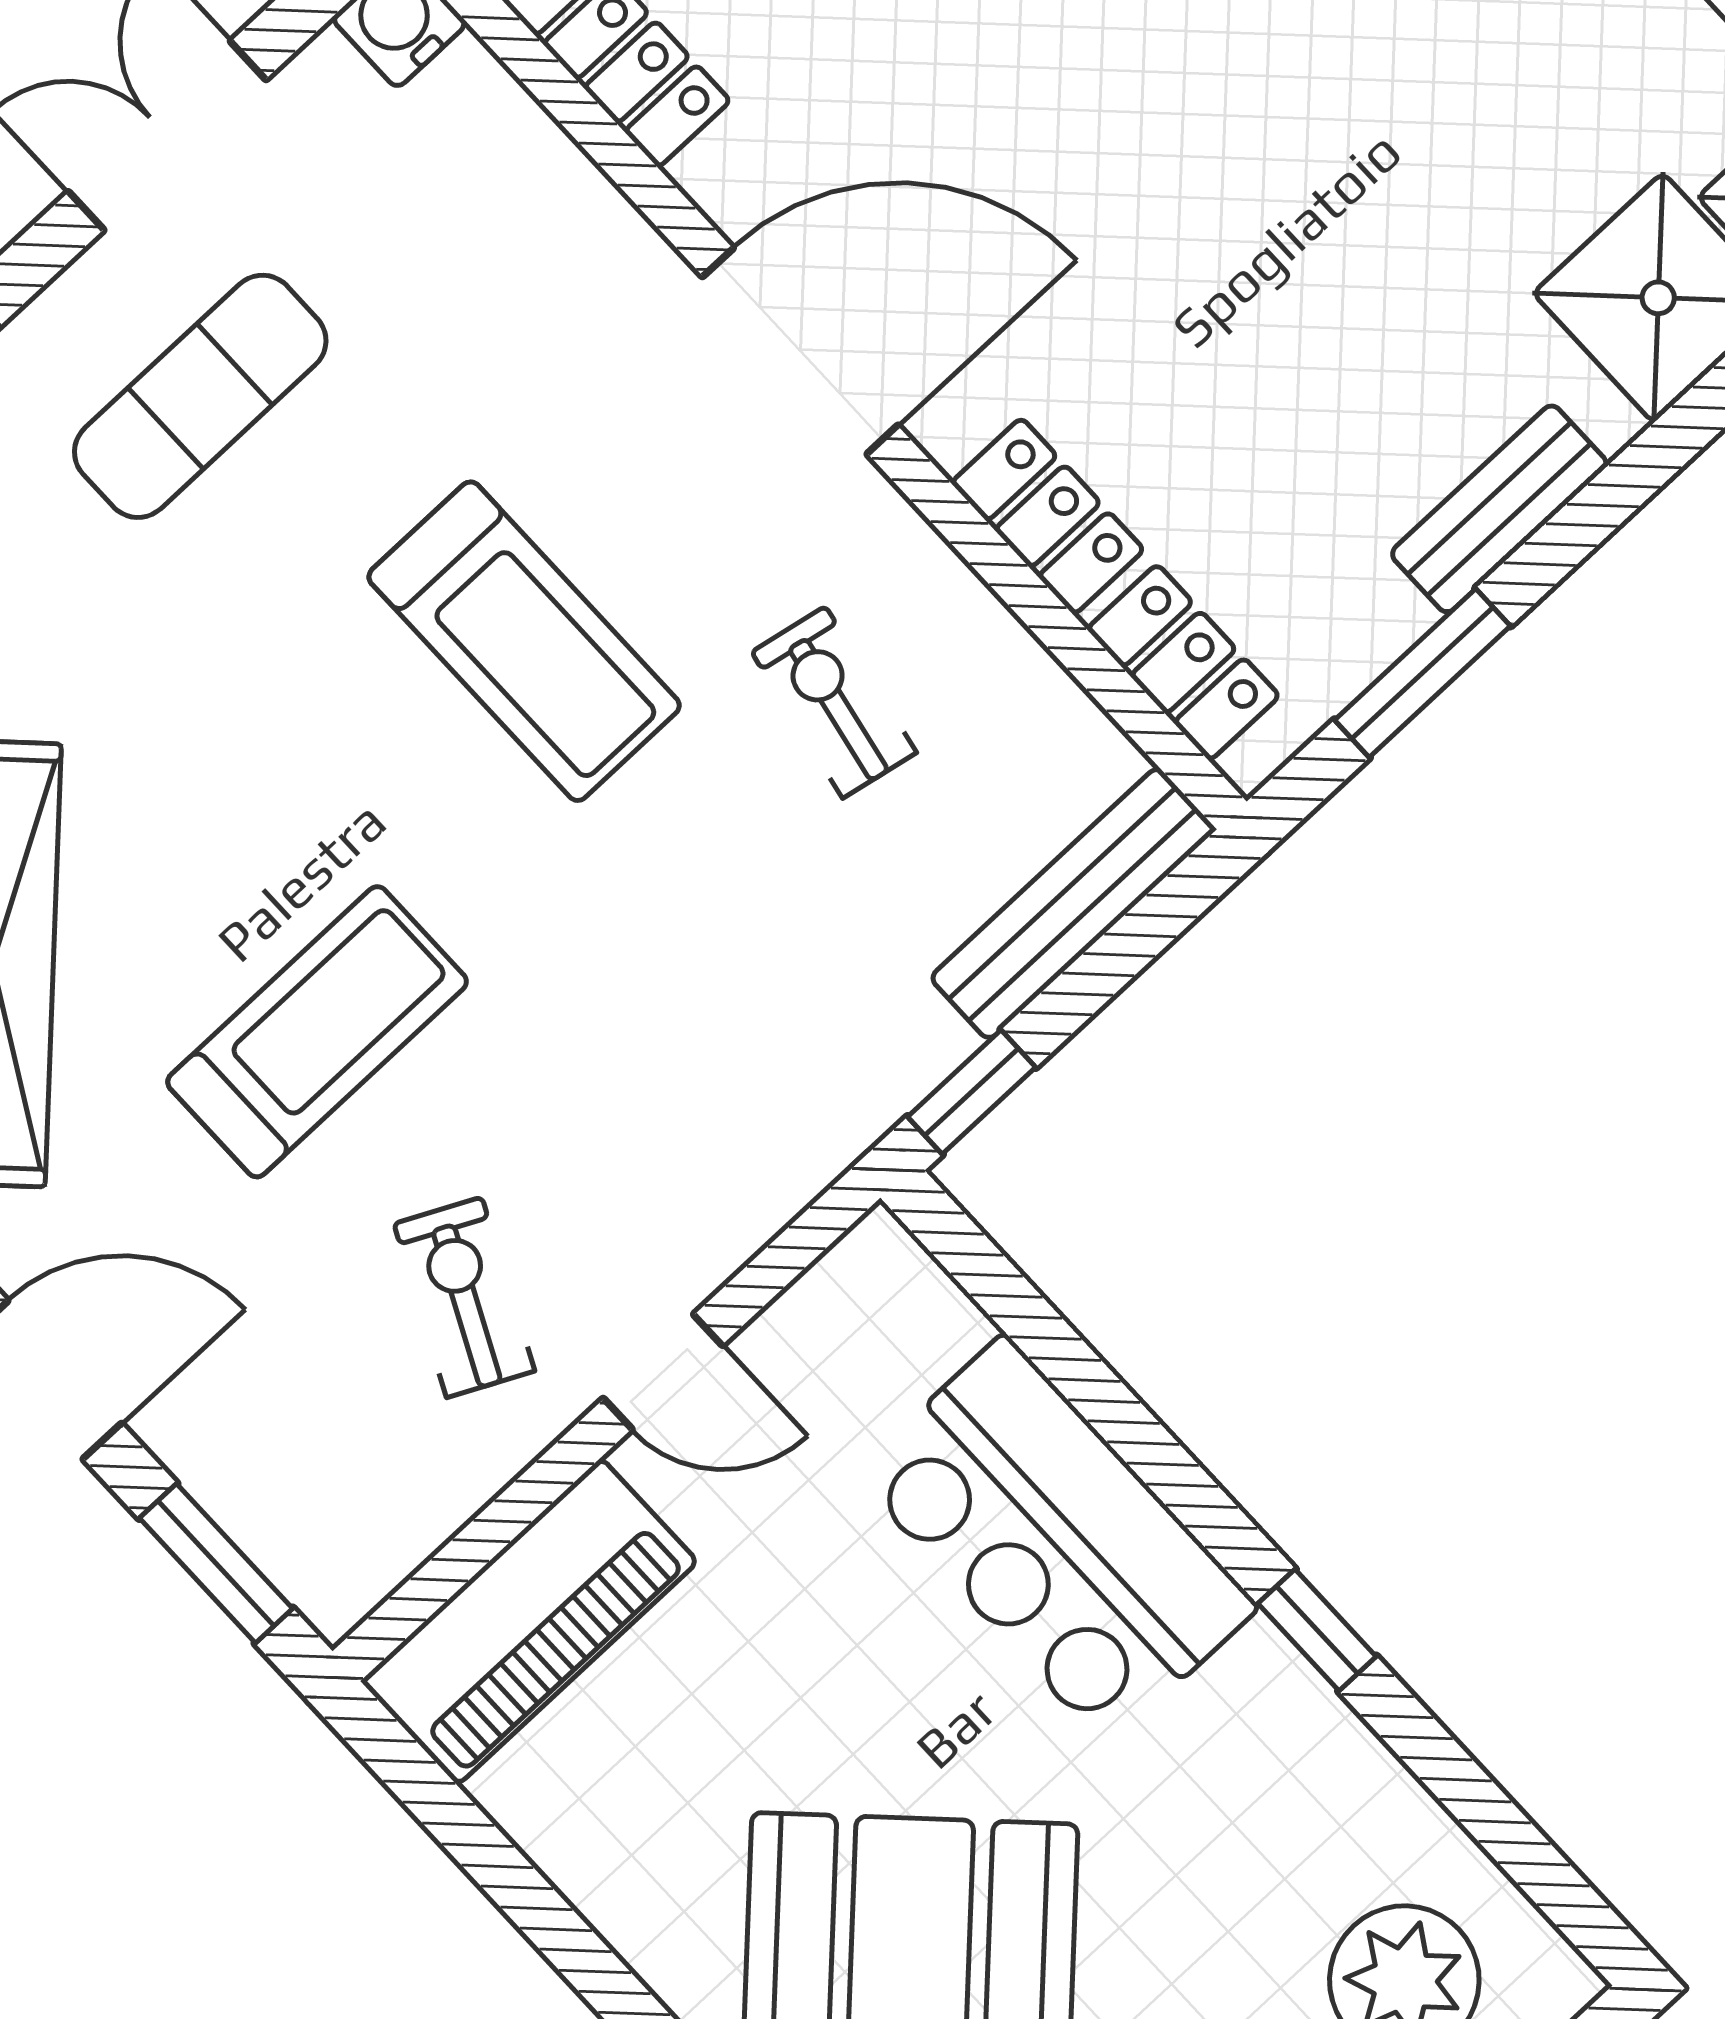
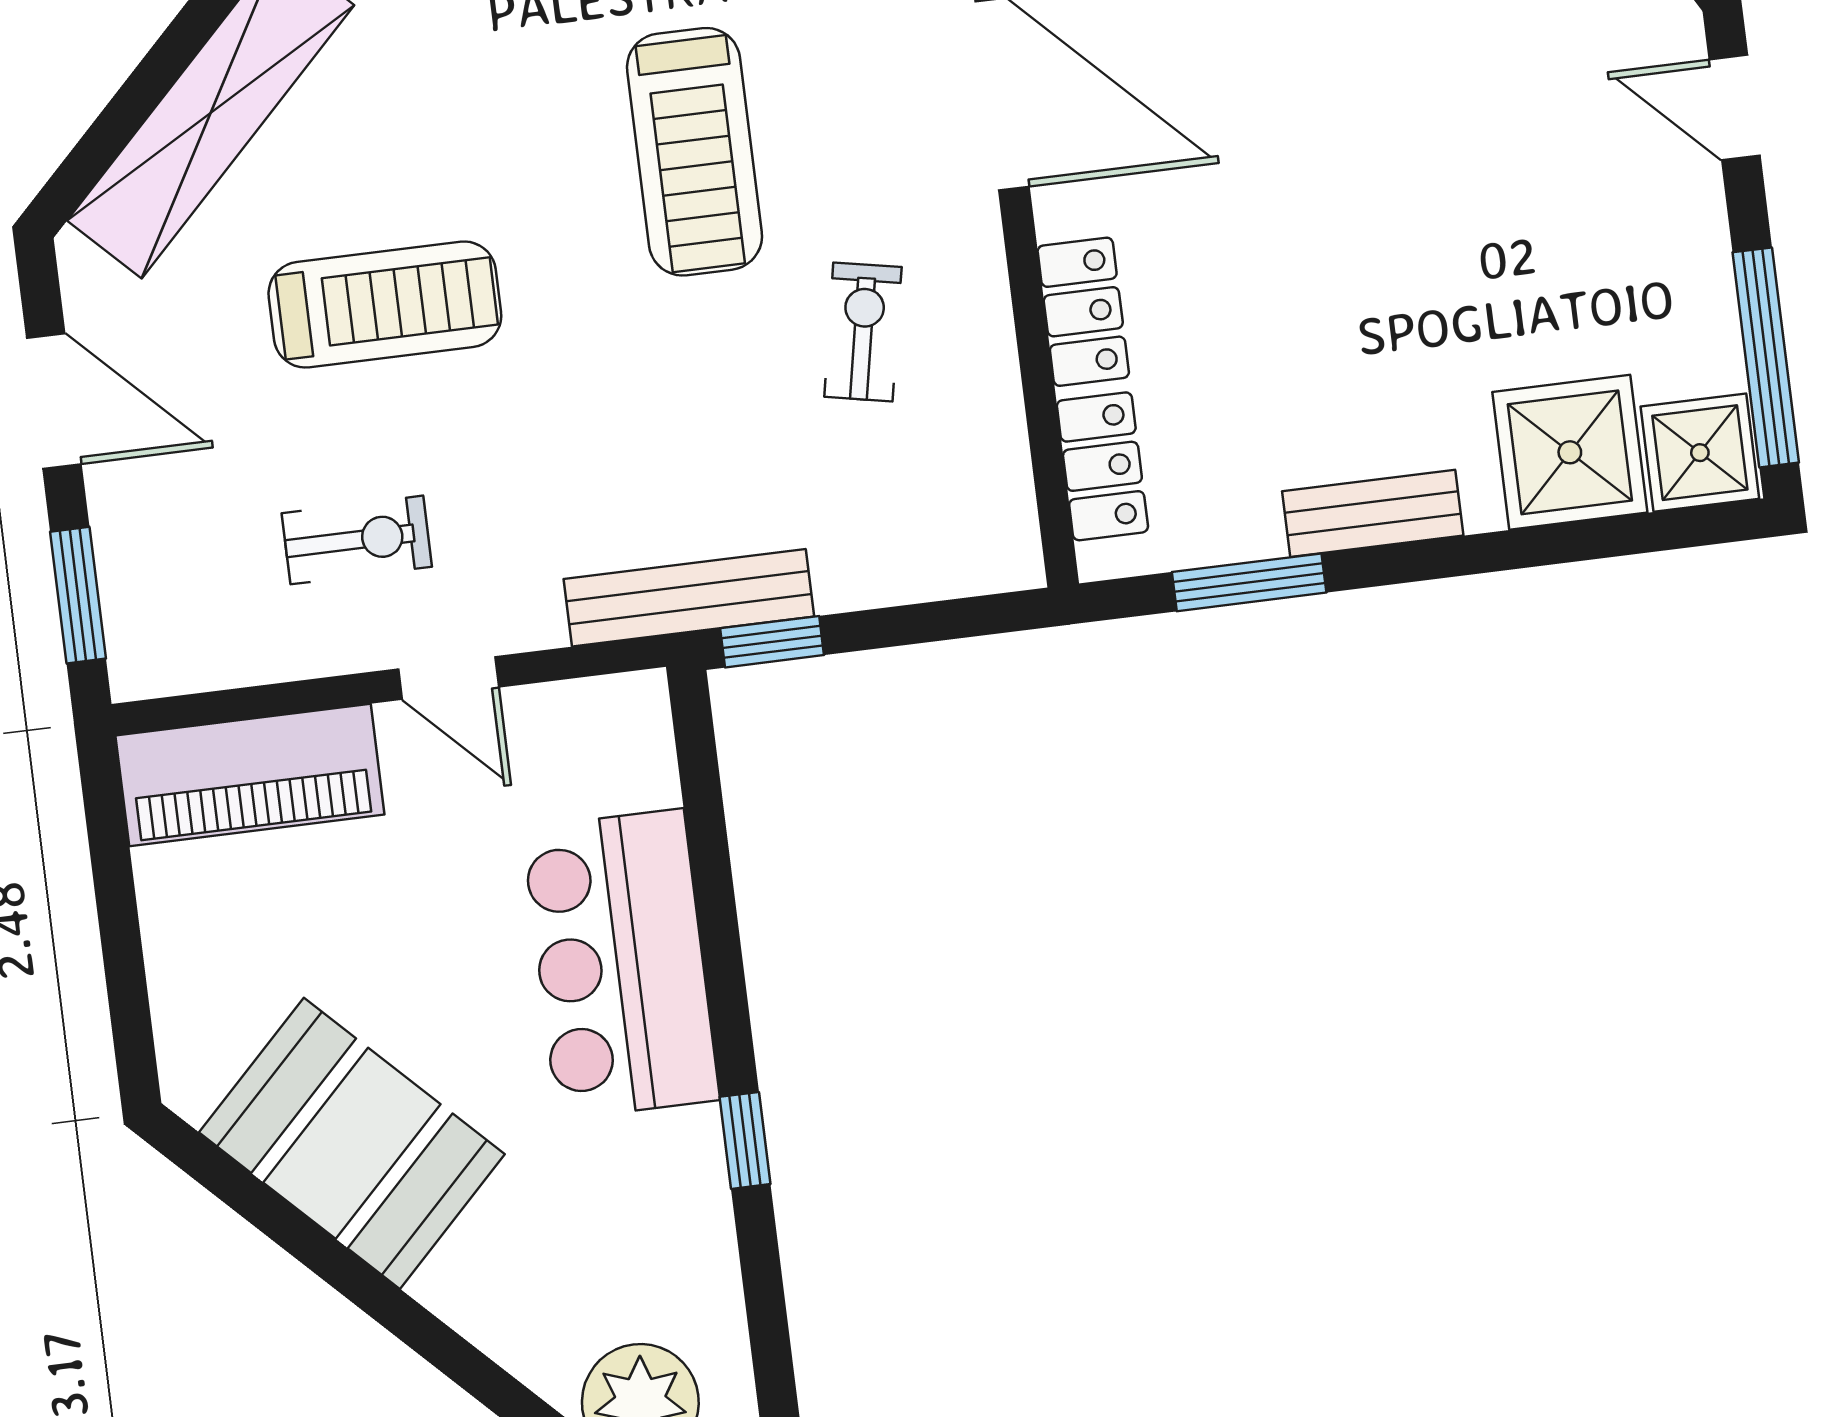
bench: (1073, 904) -> (689, 598), moved
exercise bike: (464, 1297) -> (357, 540), turned 64

